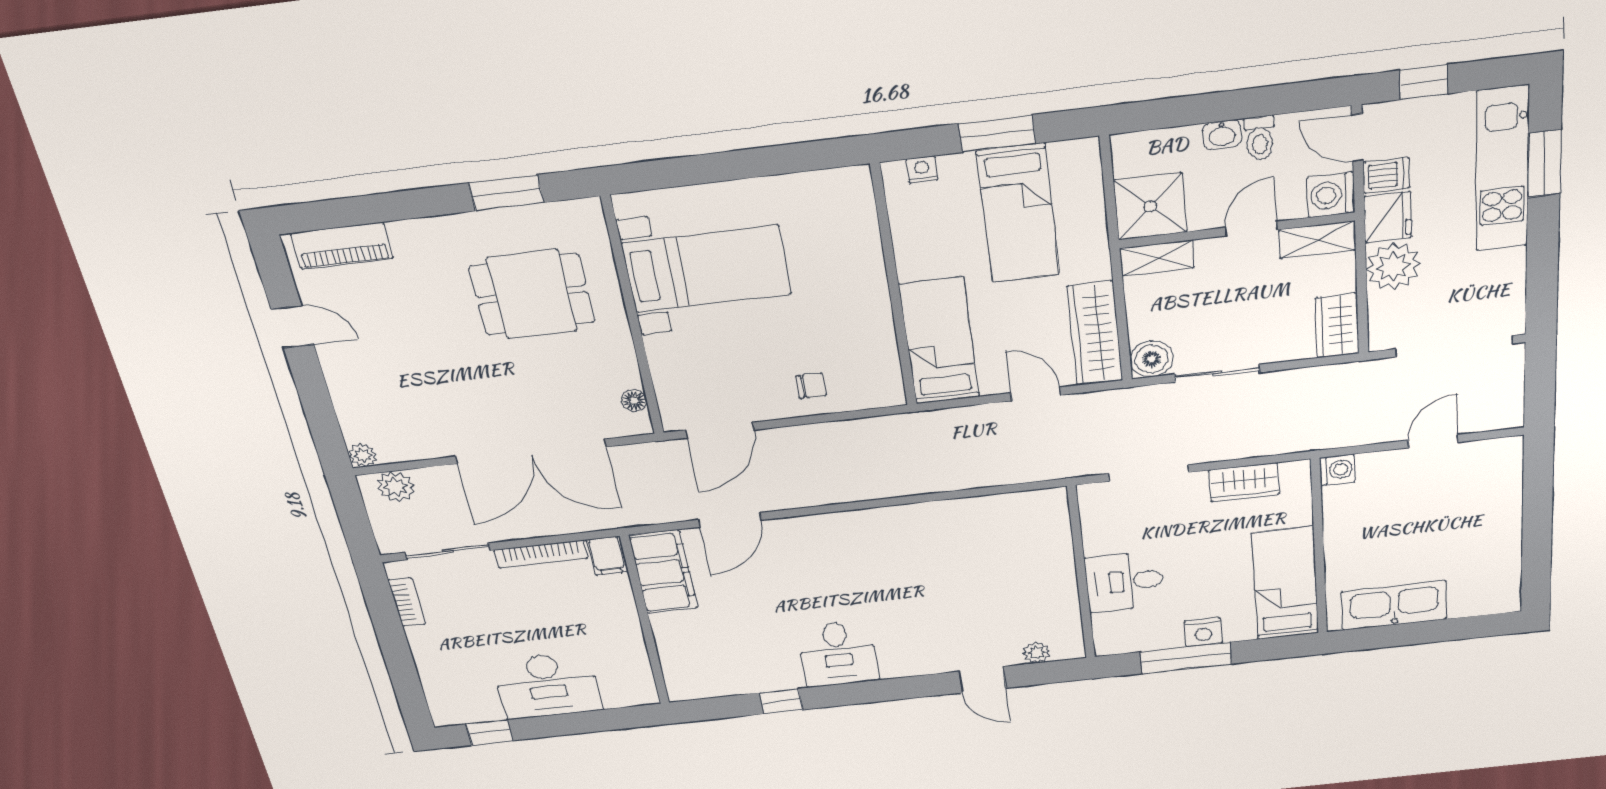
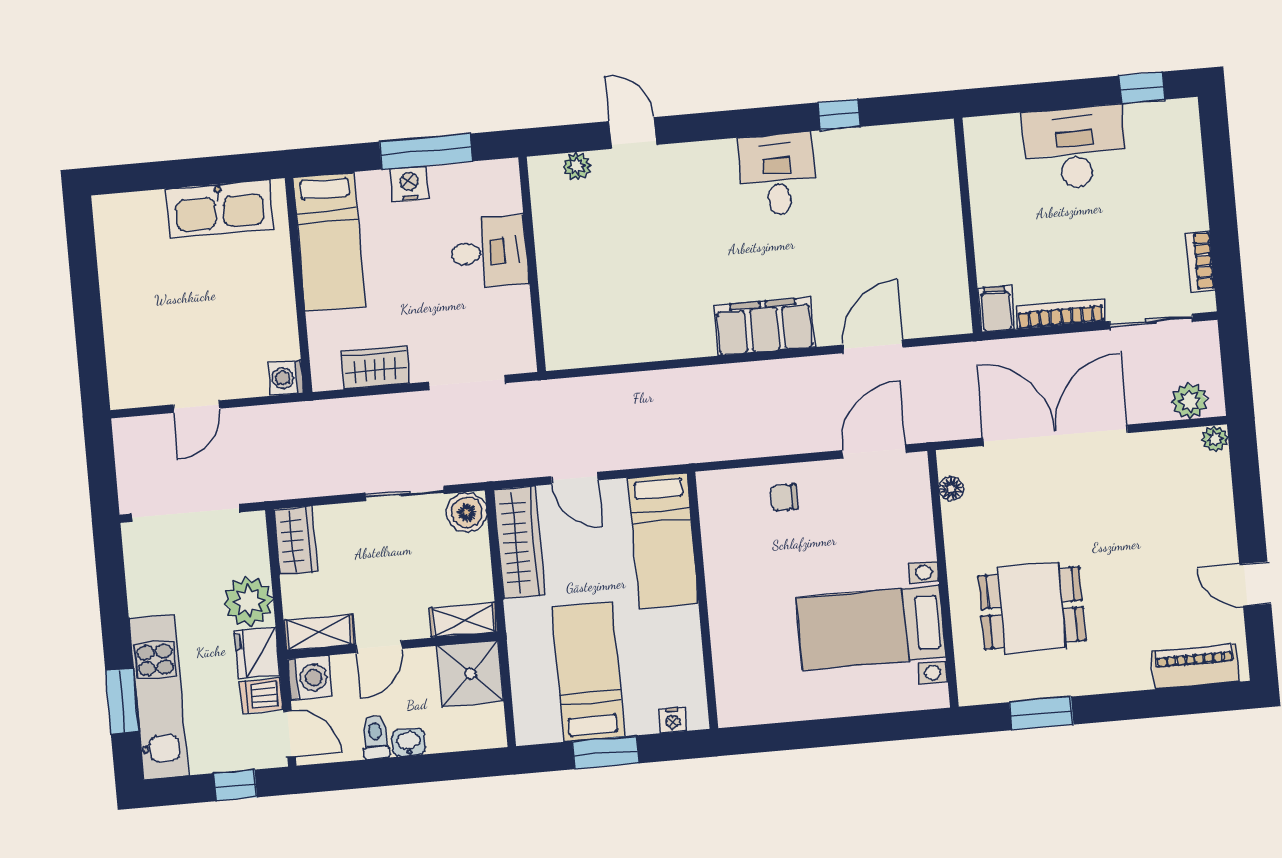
filing cabinet: (663, 572) -> (765, 326), moved, turned 90

